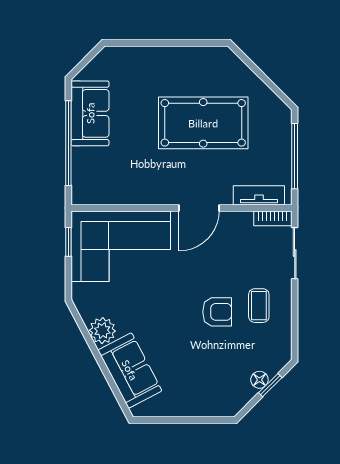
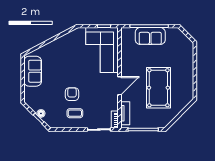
sofa: (90, 113) -> (150, 36), moved
door: (199, 208) -> (119, 86), swing flipped
armchair: (217, 312) -> (72, 94), turned 180
plant: (102, 331) -> (63, 42), removed
sofa: (130, 370) -> (33, 71), moved, turned -62

